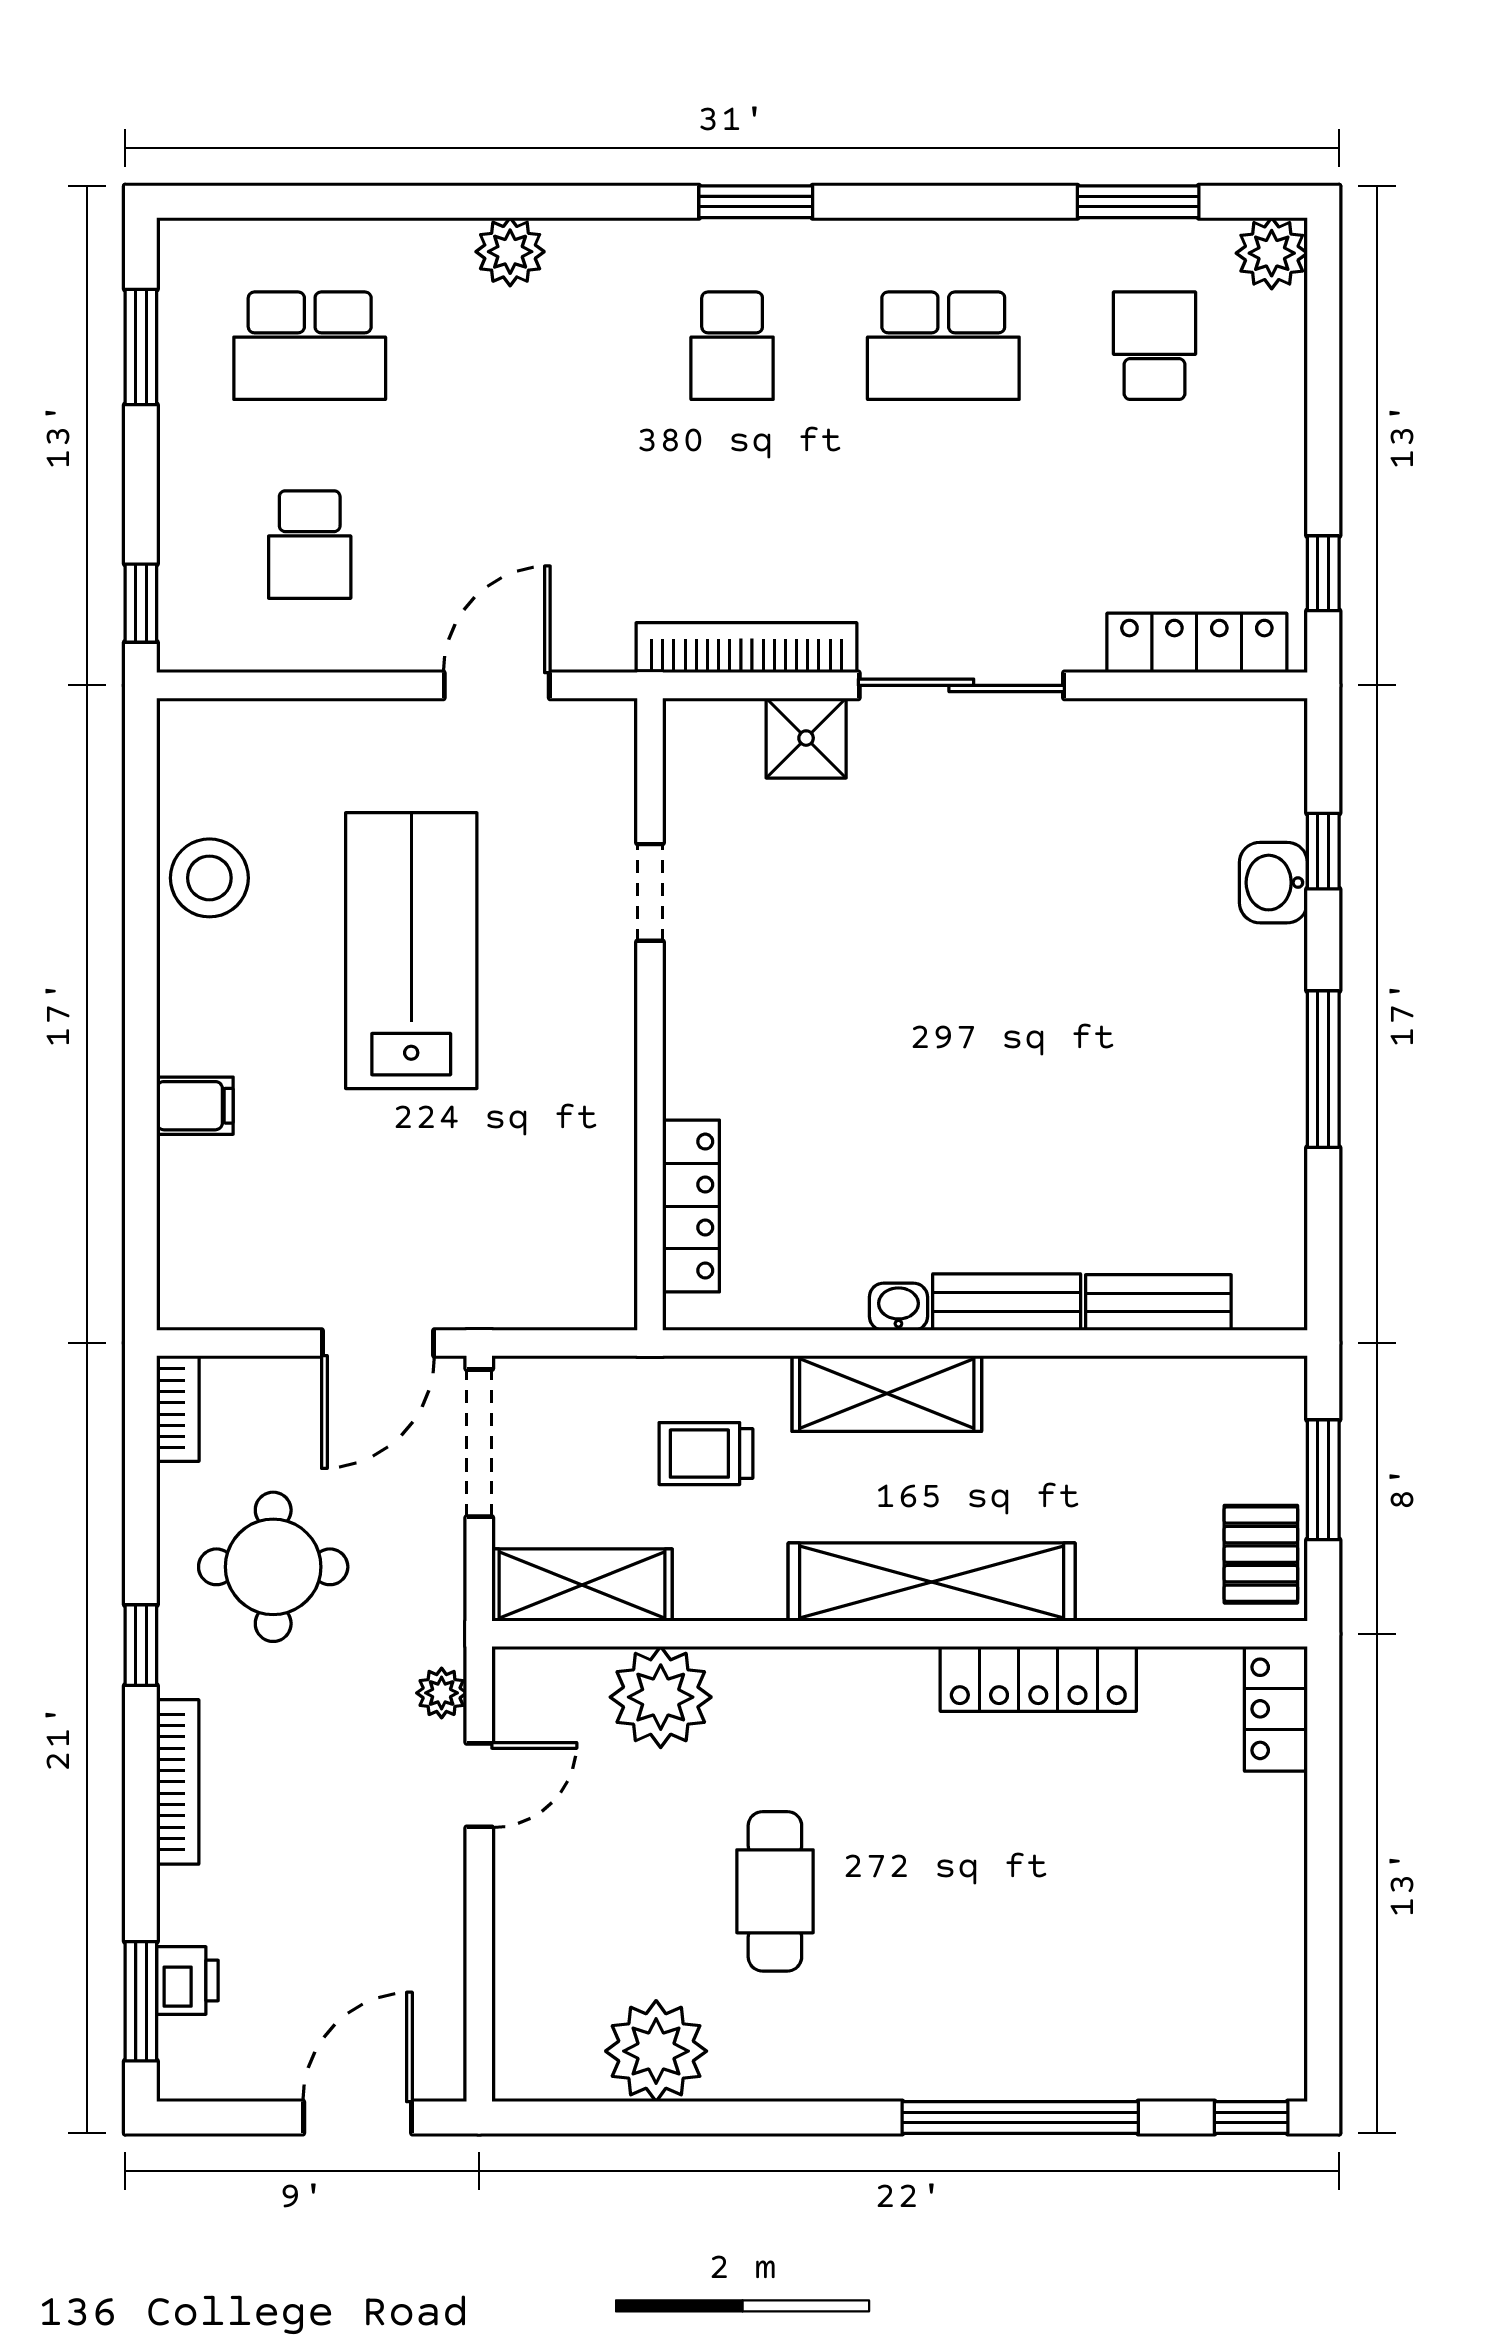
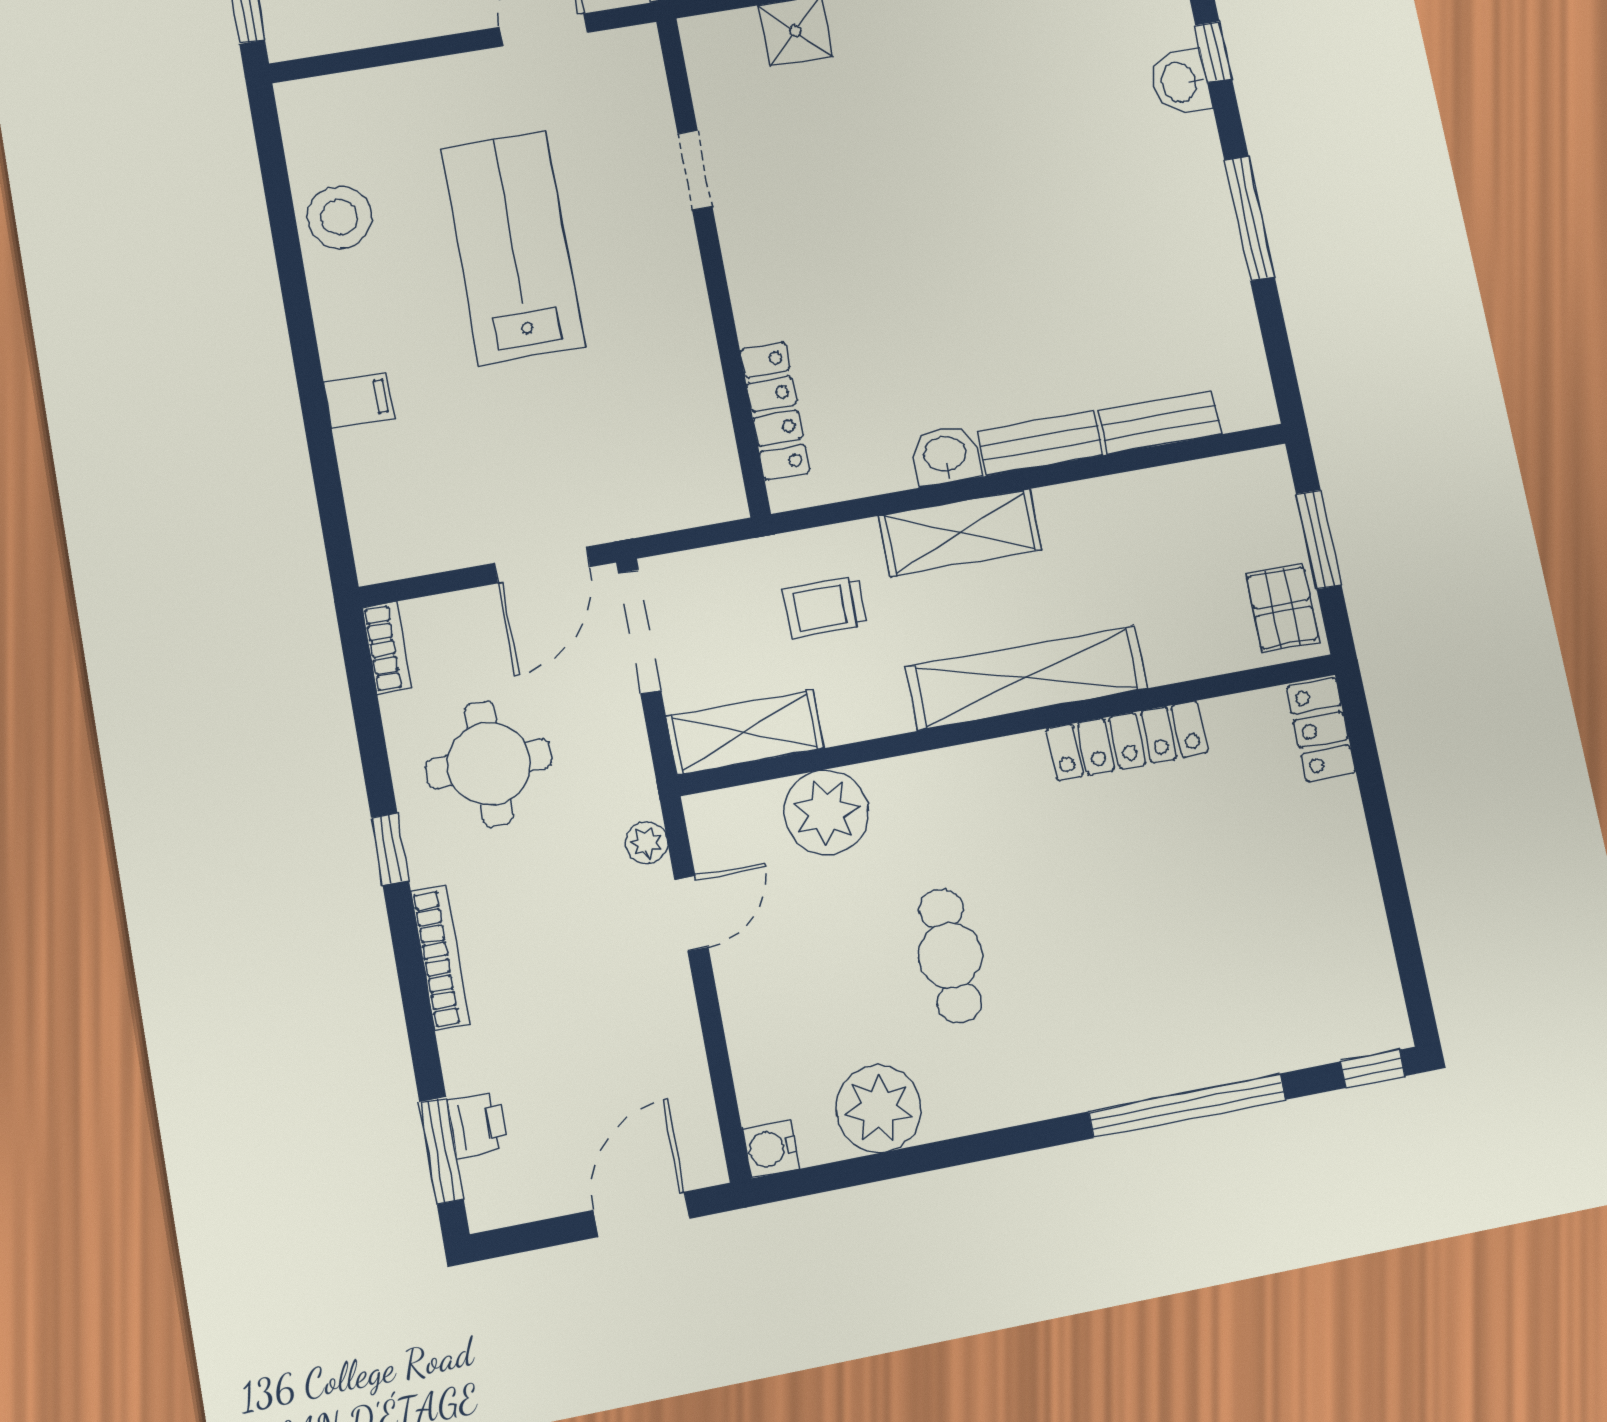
washbasin: (898, 1307) -> (945, 455), width x1.38, depth x1.45
water cooler: (521, 2072) -> (771, 1149), added

